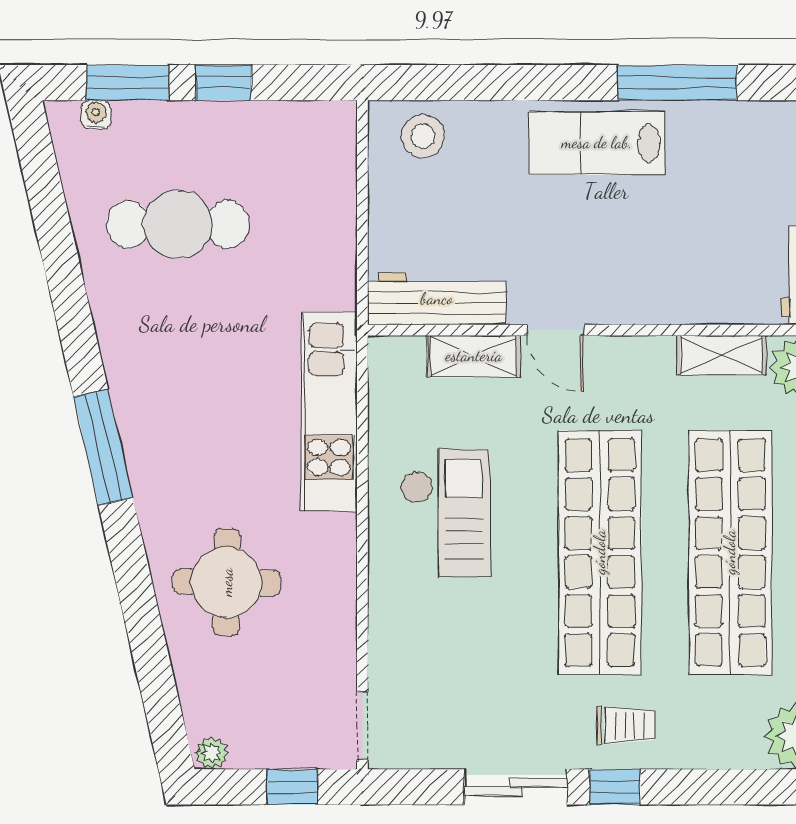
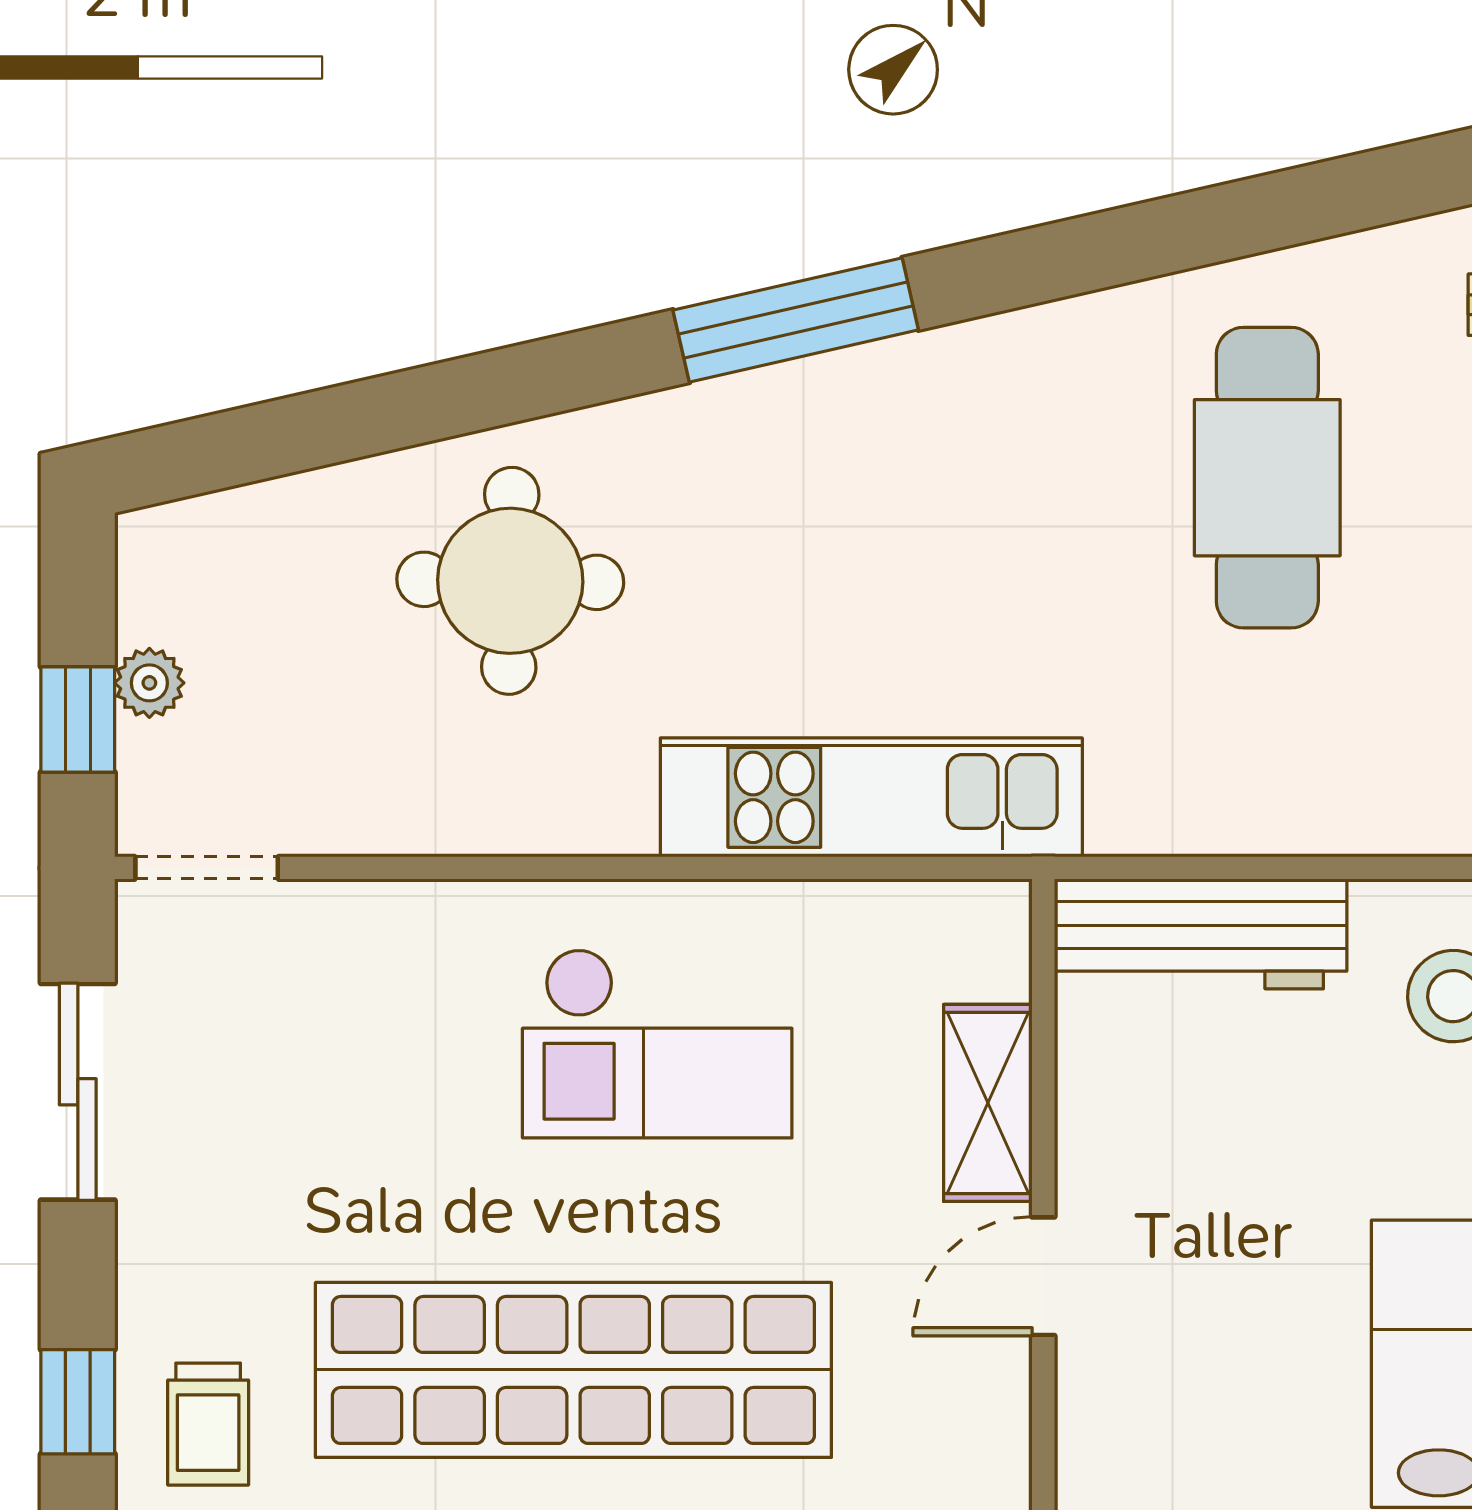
workbench: (437, 299) -> (1201, 934), moved, turned 90
plant: (212, 753) -> (149, 683), moved
sliding door: (516, 787) -> (78, 1092), moved

